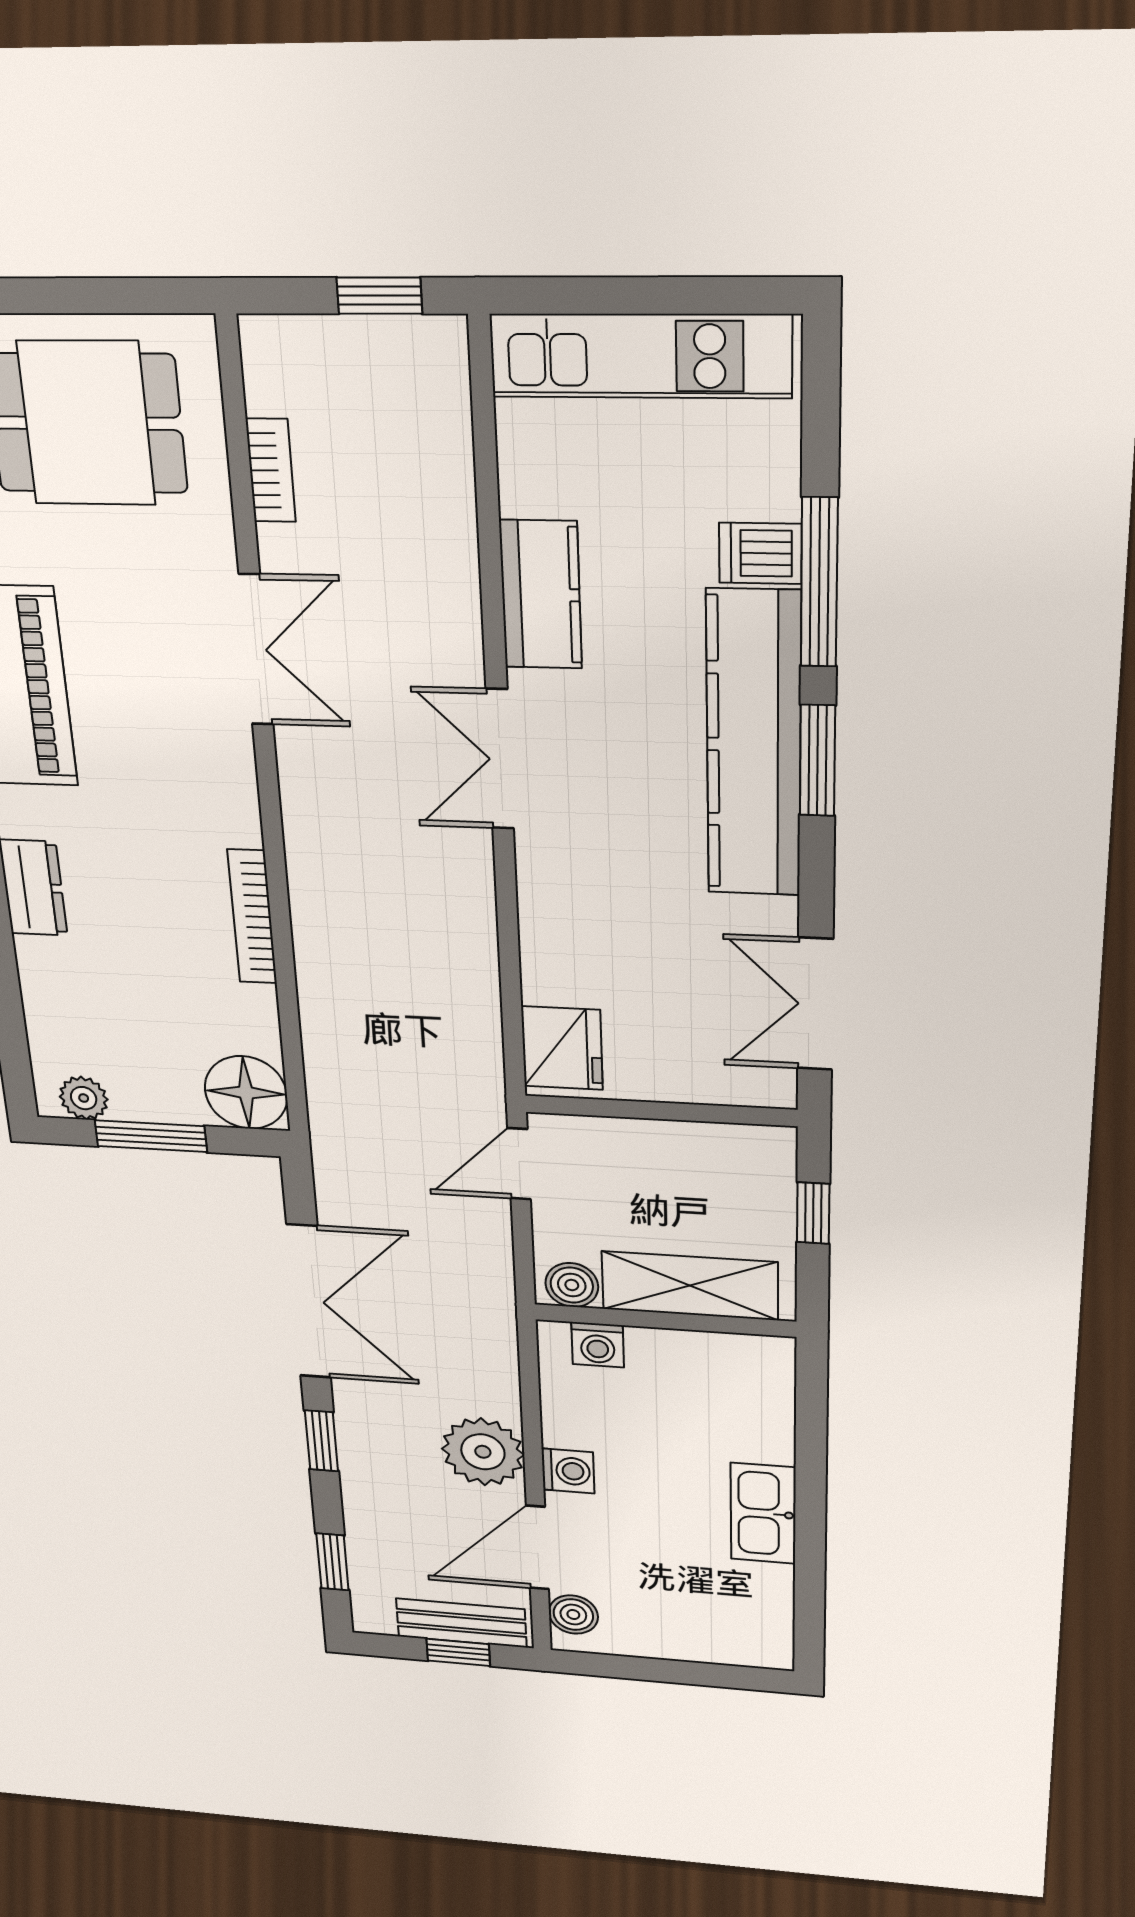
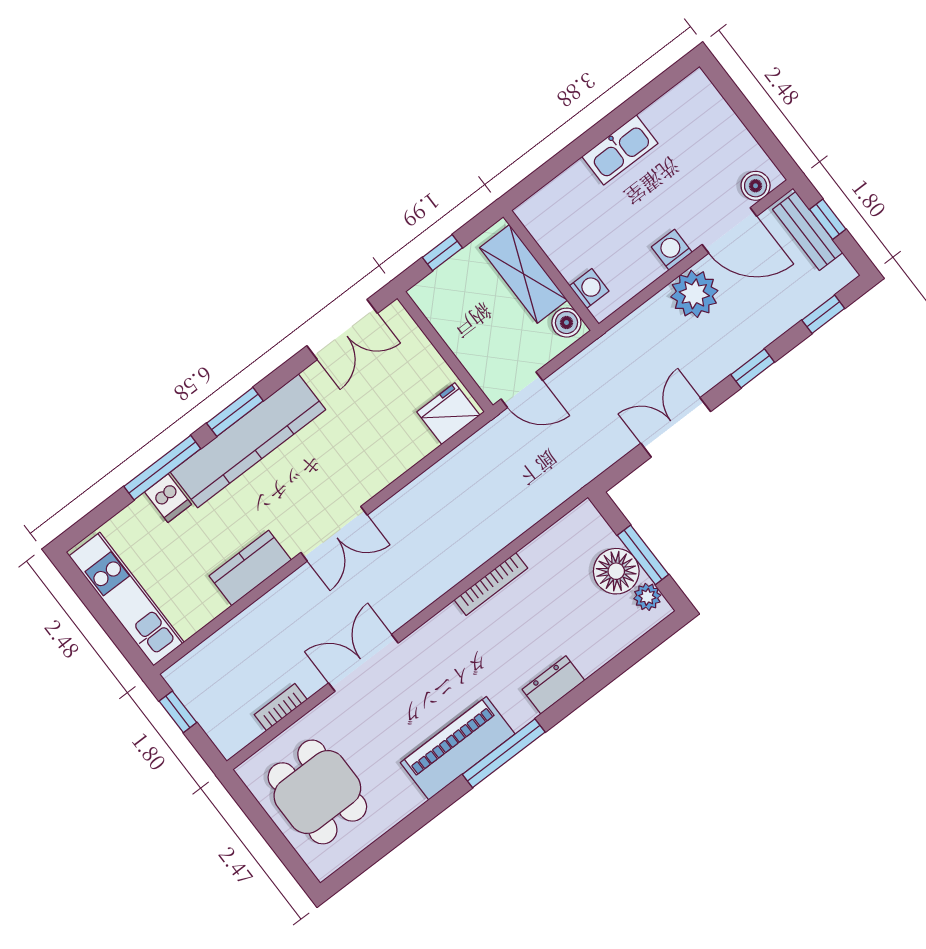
floor lamp: (246, 1093) -> (616, 571), moved
double door: (309, 1302) -> (676, 427), width x0.73

